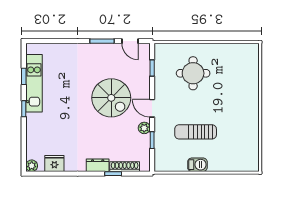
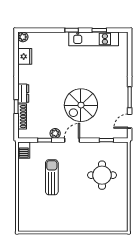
barbecue: (197, 165) -> (24, 150), moved

